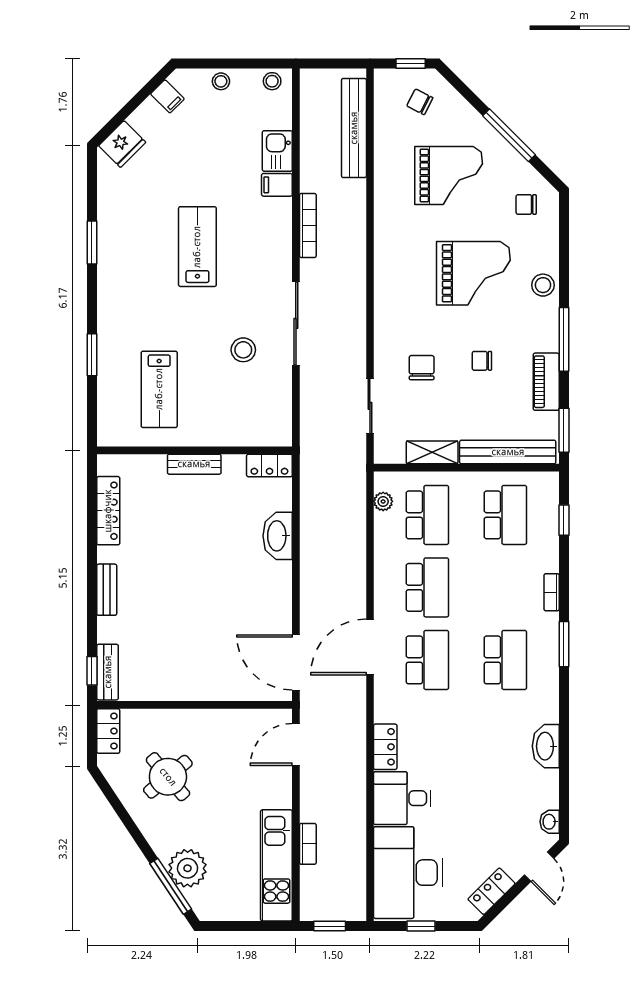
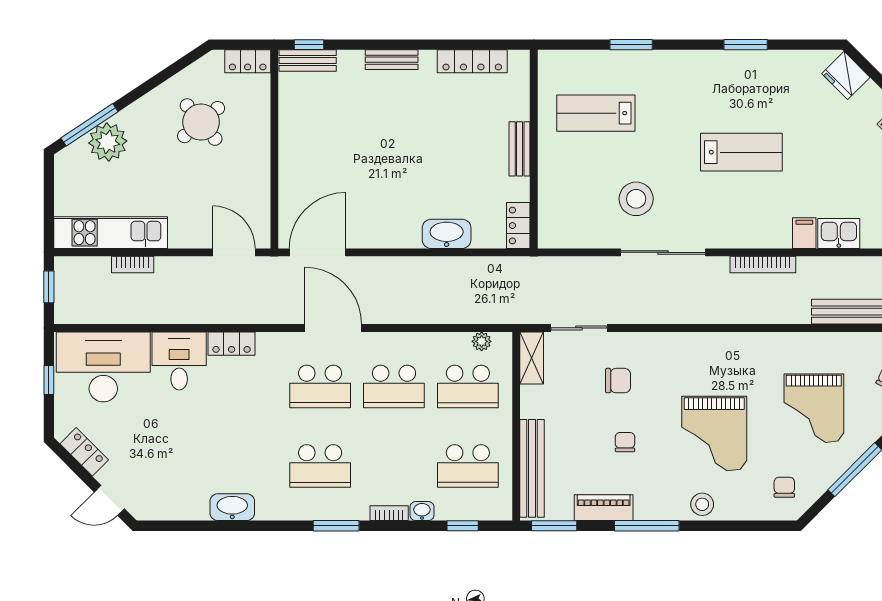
stool: (243, 350) -> (636, 199), width x1.38, depth x1.38
shelving: (432, 452) -> (532, 358), moved
washbasin: (550, 822) -> (422, 511), moved

